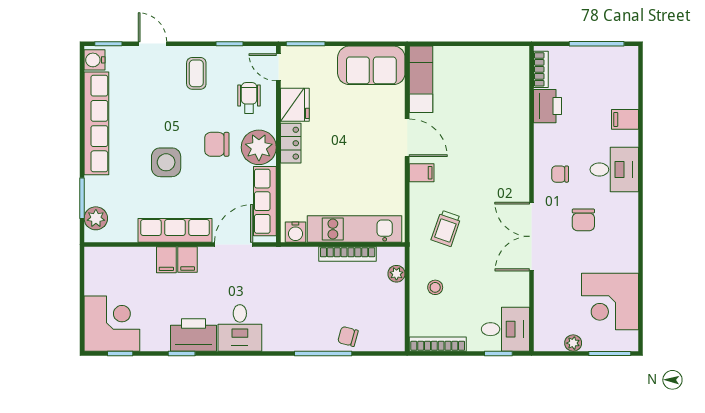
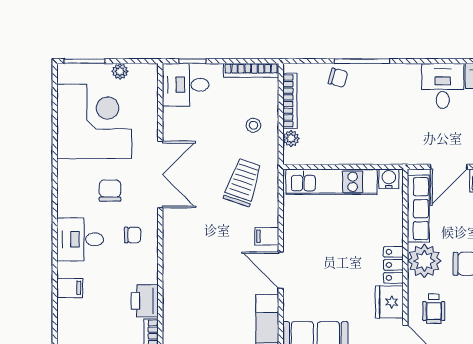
trolley: (446, 228) -> (243, 182), width x1.36, depth x1.39
bookcase: (348, 254) -> (290, 101), moved, turned 90
corner desk: (610, 302) -> (94, 121), width x1.36, depth x1.36

